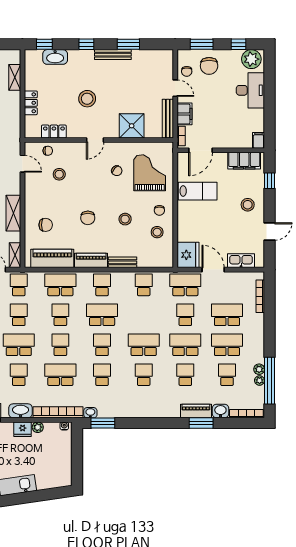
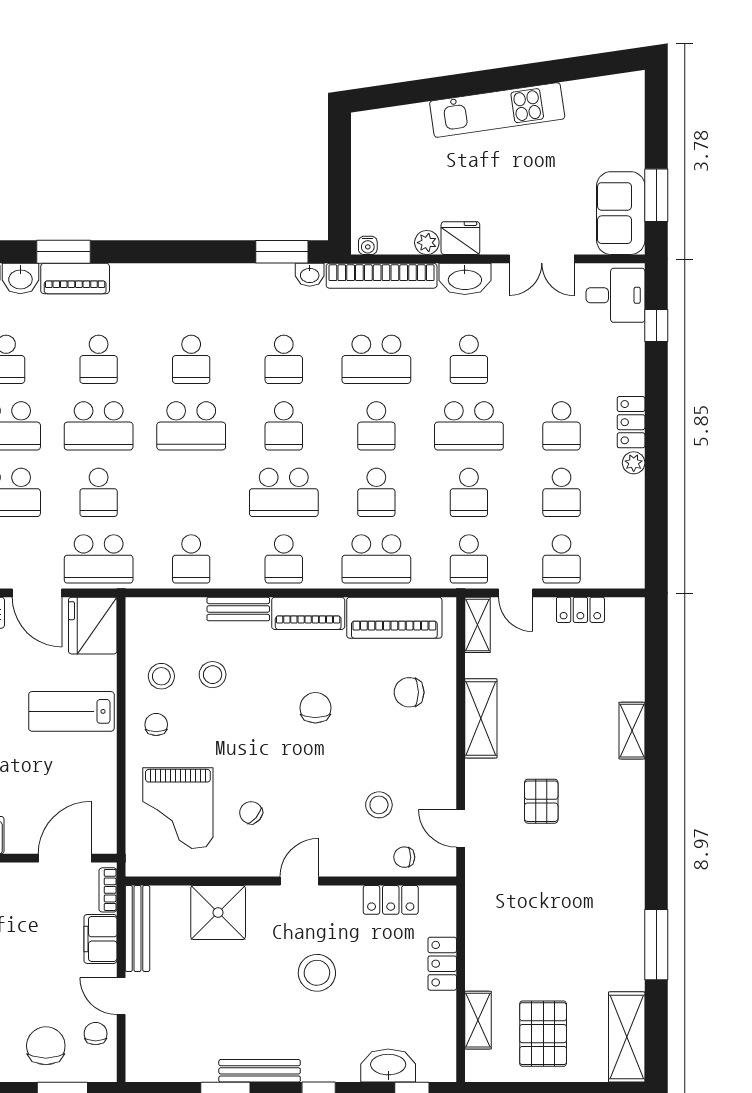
lab bench: (198, 191) -> (71, 711), moved
stool: (125, 219) -> (213, 675), moved

